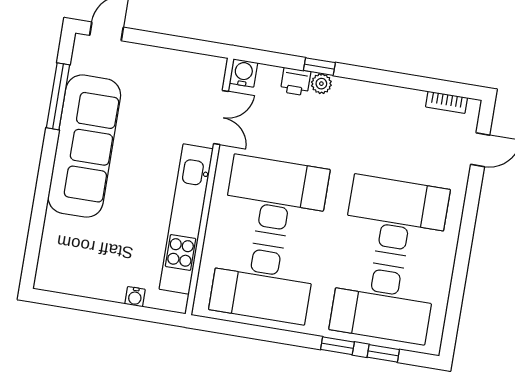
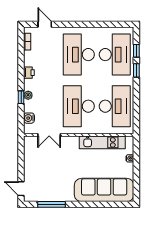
water cooler: (243, 73) -> (29, 118), moved
printer: (296, 82) -> (29, 73), moved
double door: (221, 117) -> (49, 135), swing flipped
sofa: (84, 146) -> (104, 190), moved
kitchen unit: (186, 219) -> (102, 142), width x0.73

